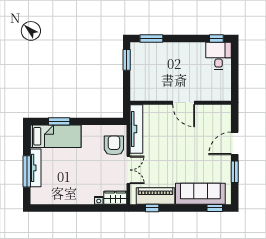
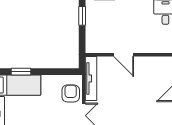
door: (184, 103) -> (124, 55), moved

